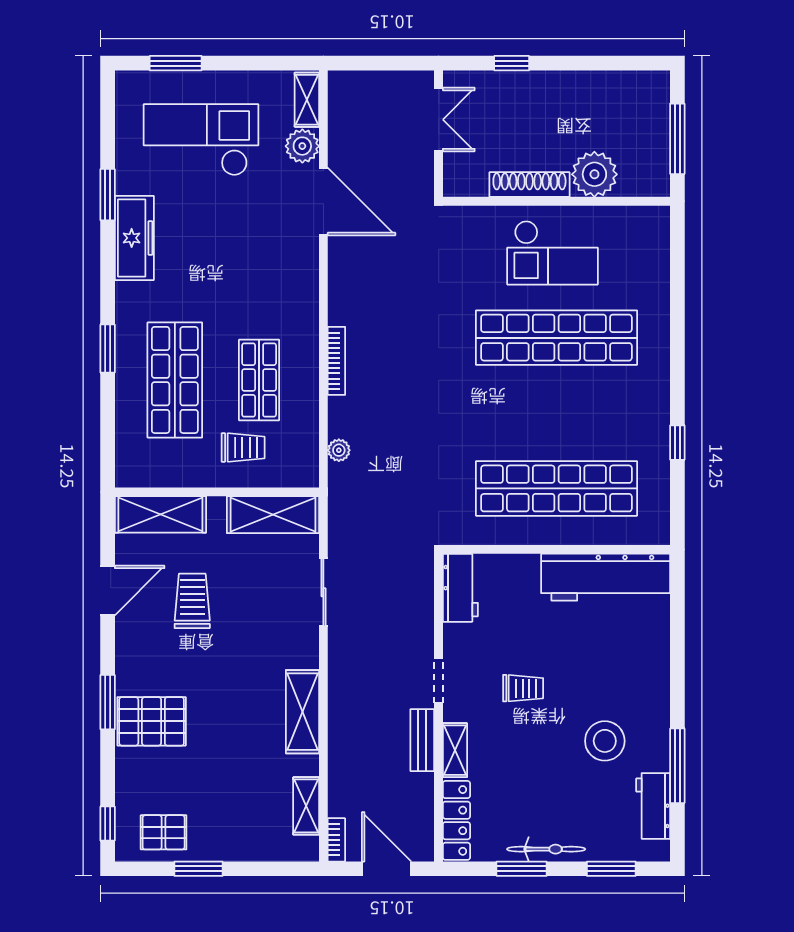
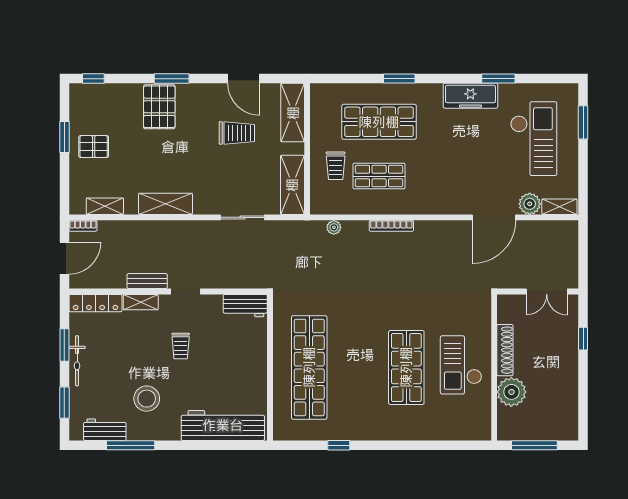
shop shelf: (556, 338) -> (406, 367), width x0.71
workbench: (606, 577) -> (223, 425), moved, turned 90
pallet: (164, 832) -> (94, 147), moved, turned 90

